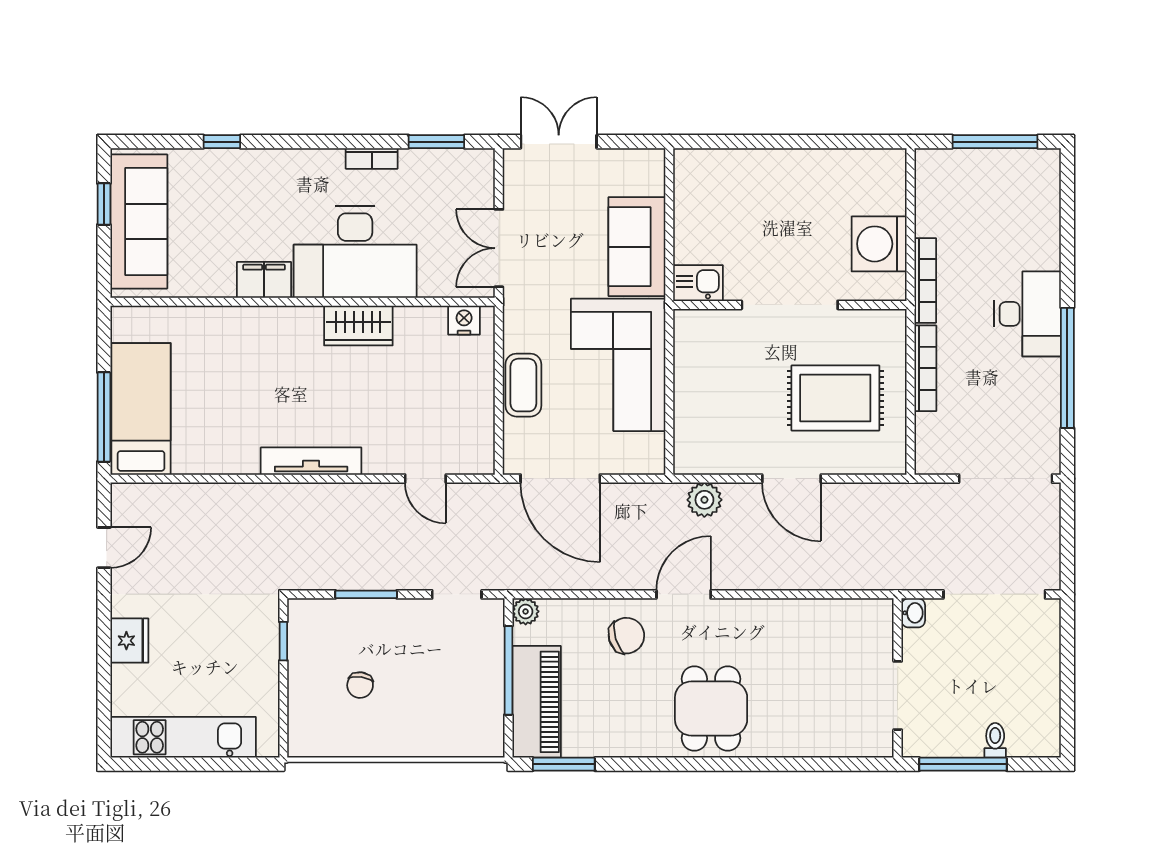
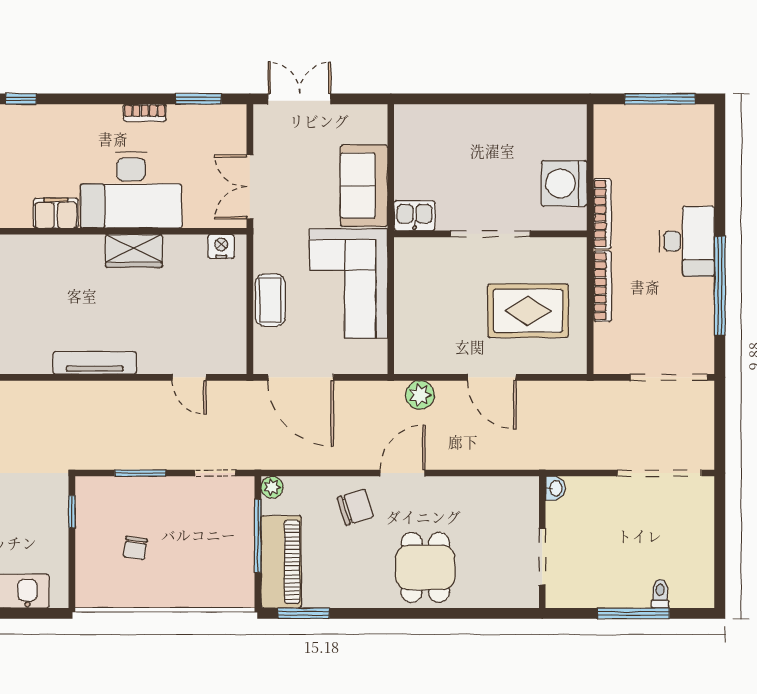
washbasin: (913, 613) -> (555, 488), moved
wall: (898, 678) -> (542, 542), moved
doorway: (898, 696) -> (542, 557), moved

